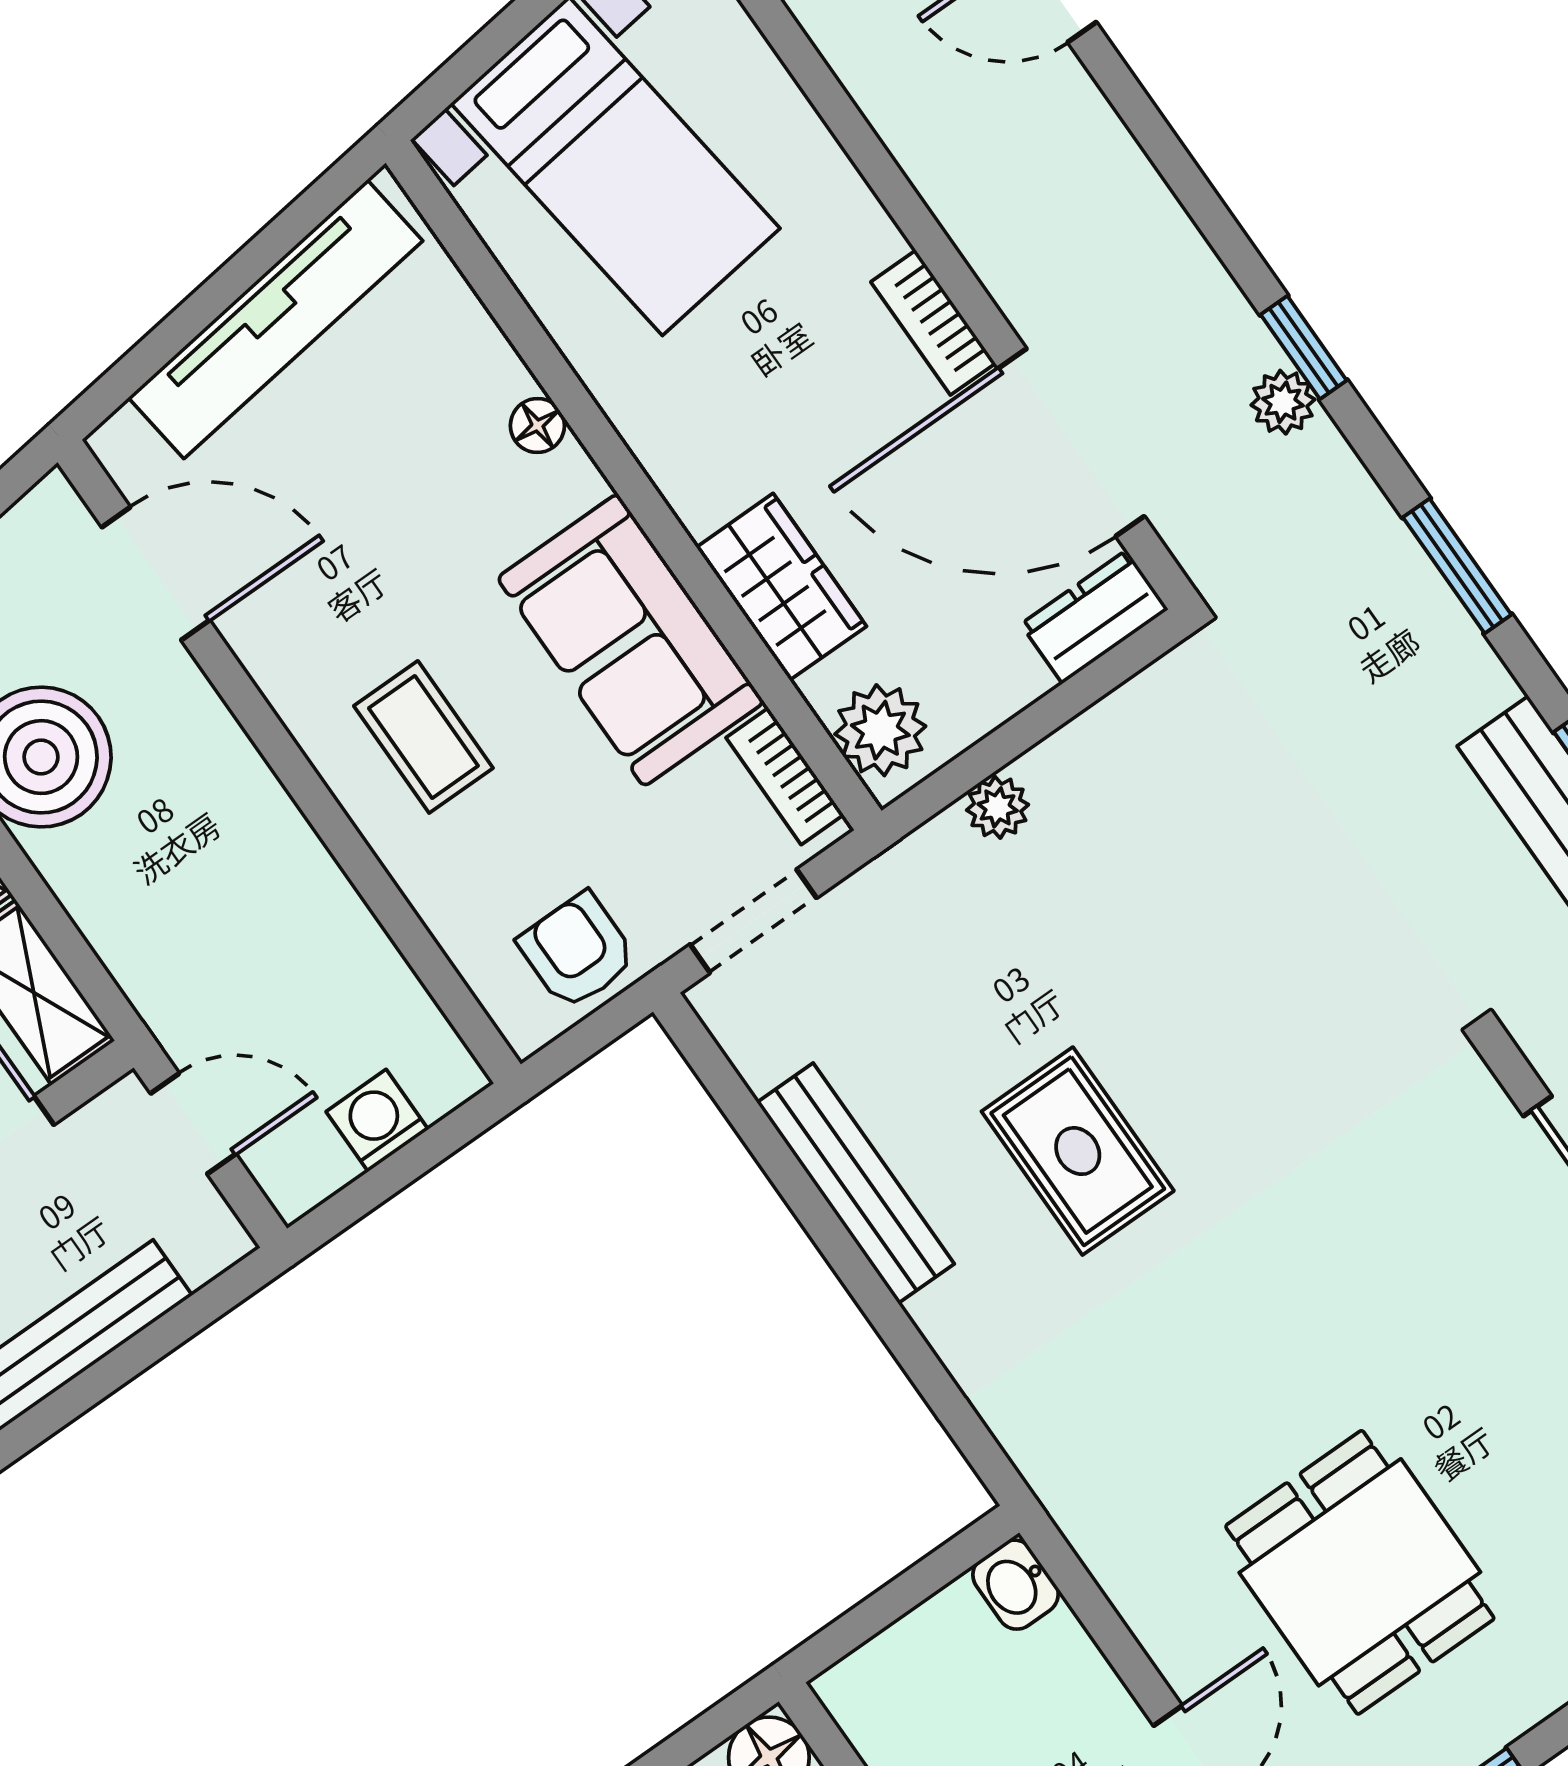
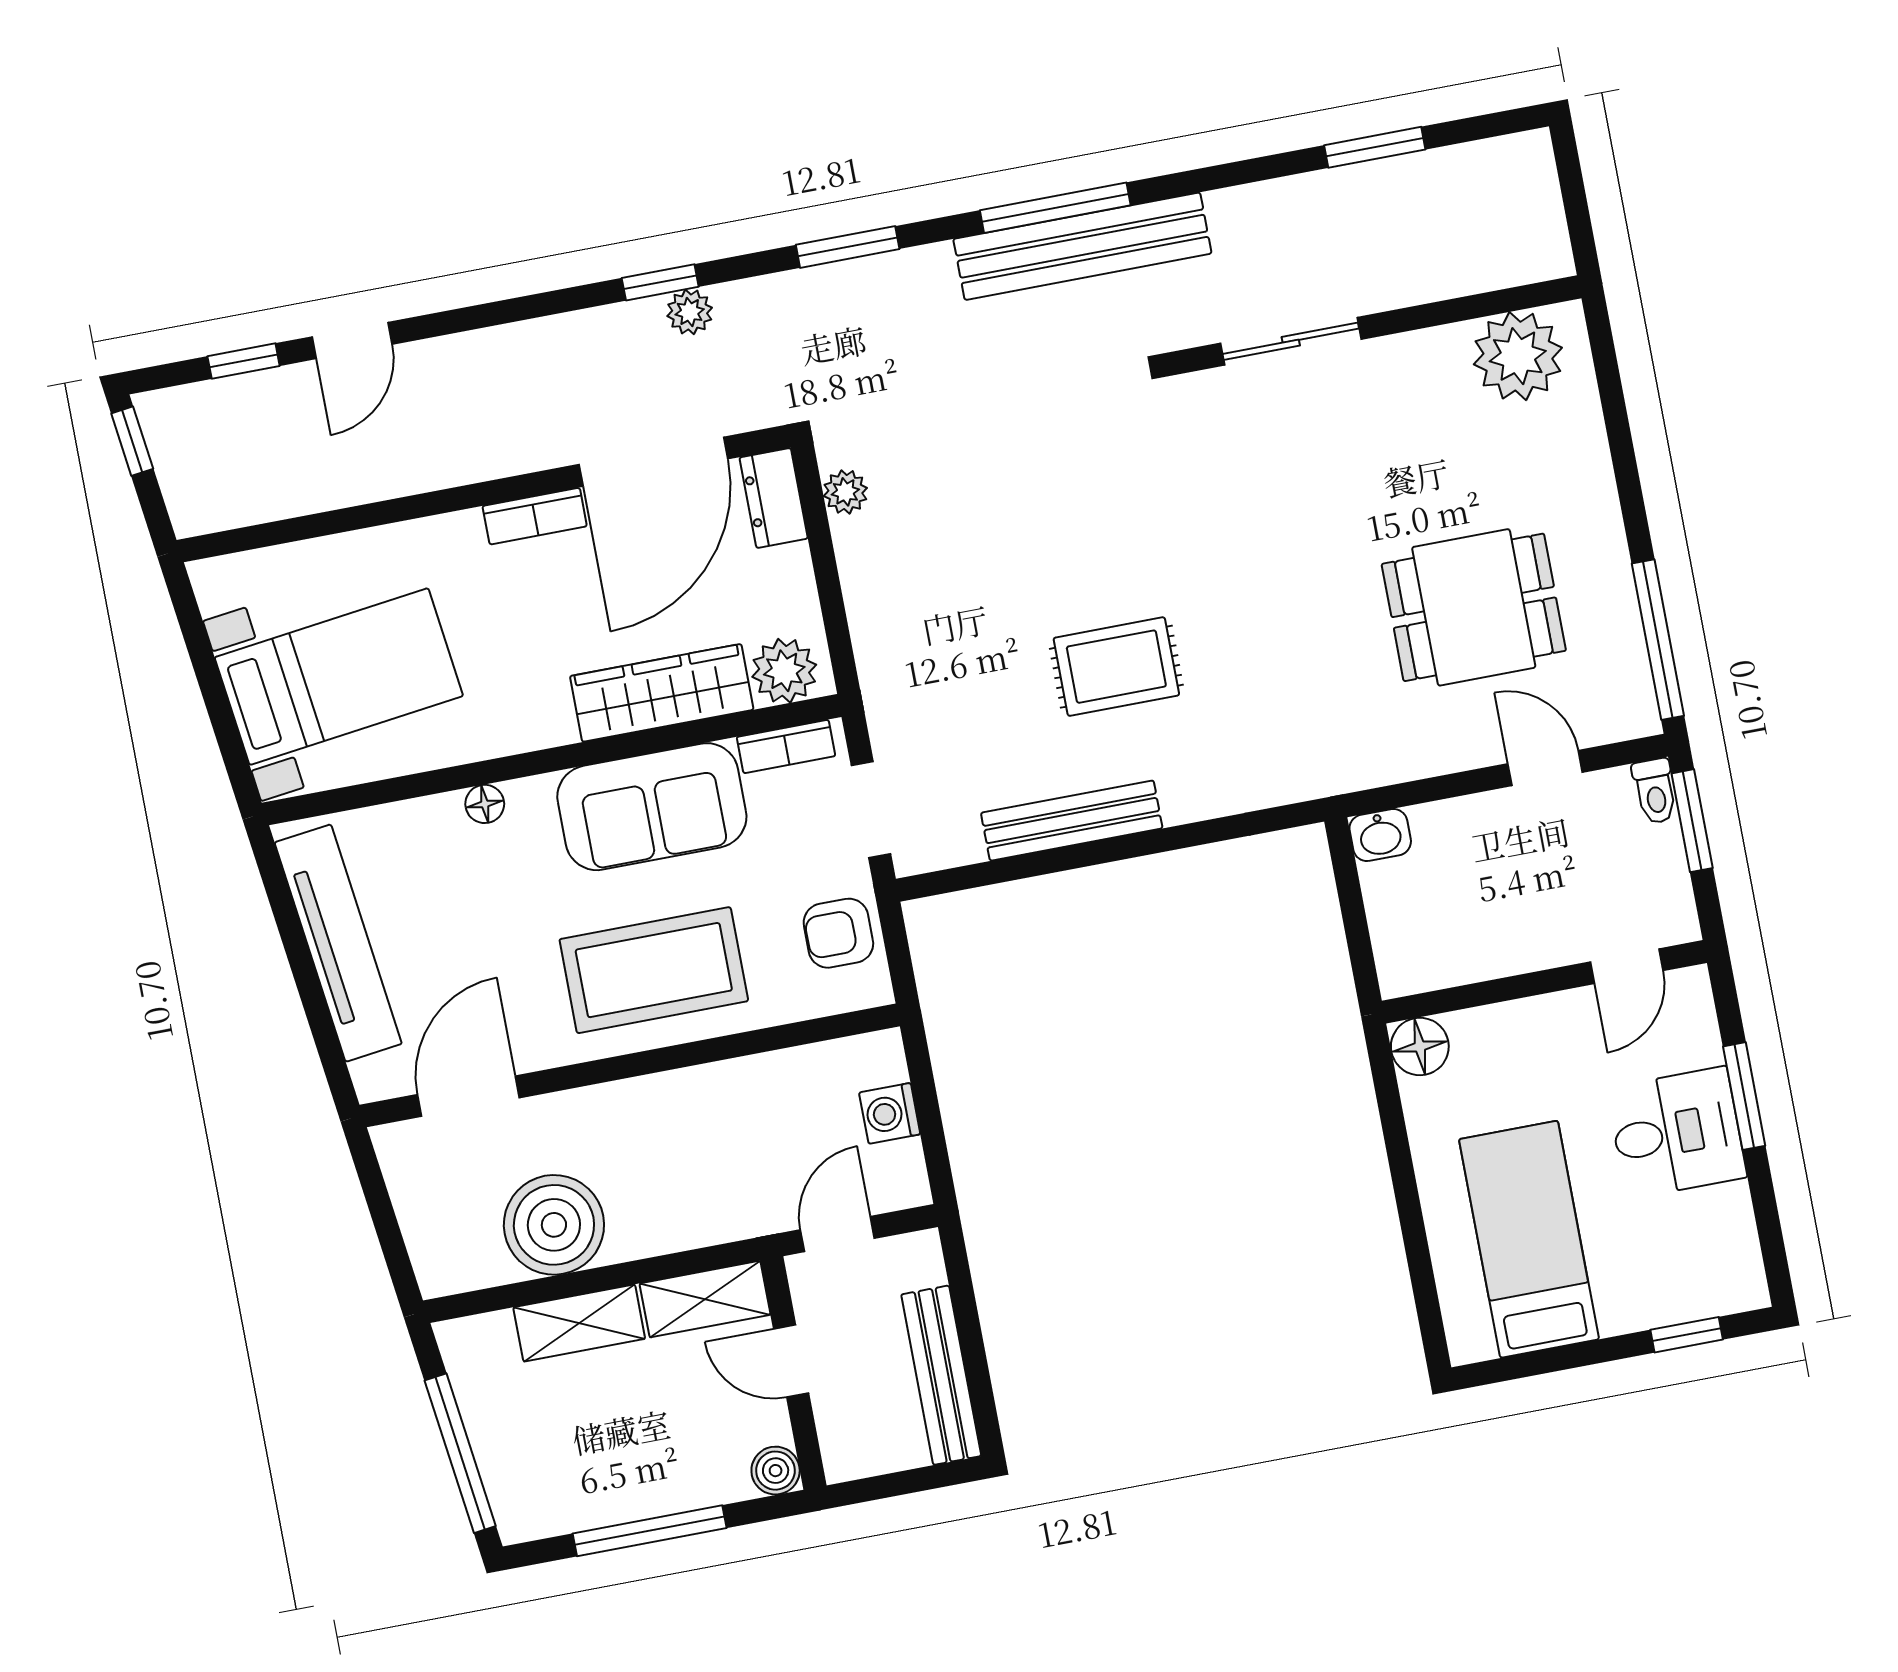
wardrobe: (781, 587) -> (662, 693), width x1.50
coffee table: (423, 737) -> (654, 970), width x1.86, depth x1.72
plant: (998, 807) -> (845, 492), moved

